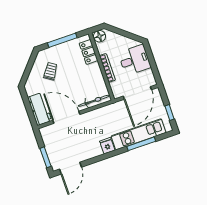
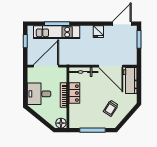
locker: (89, 52) -> (74, 93), moved
fridge: (107, 146) -> (98, 32), moved

